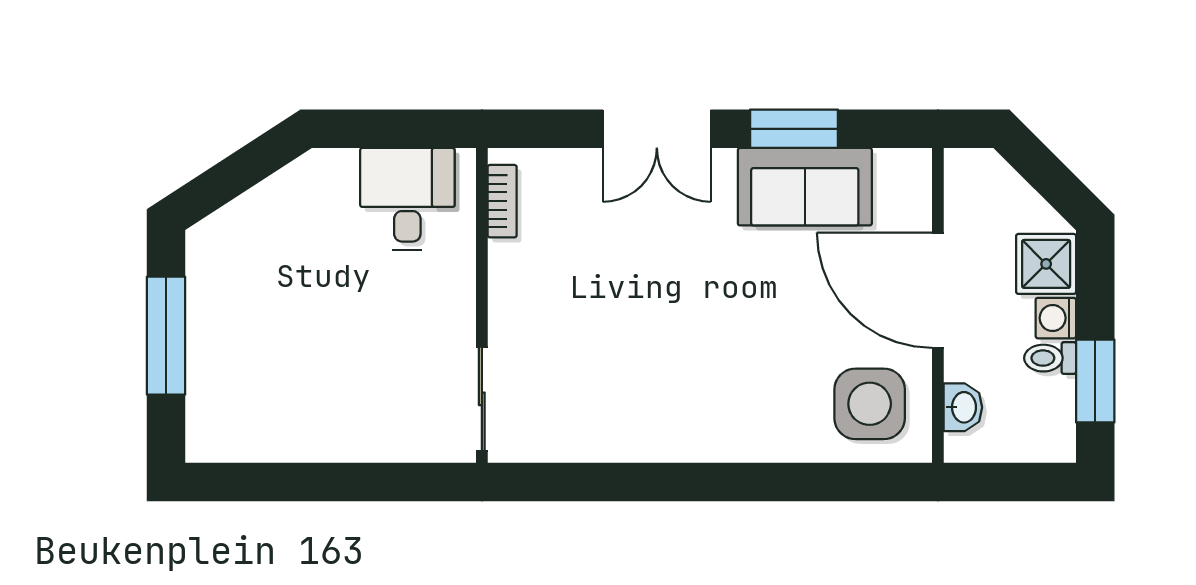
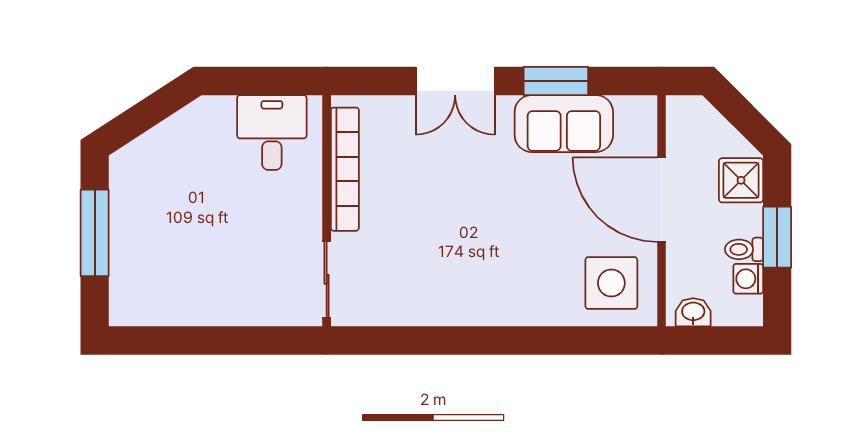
bookcase: (502, 201) -> (345, 169), width x2.31, depth x1.31
washing machine: (1056, 318) -> (748, 279), moved
window: (1095, 381) -> (777, 237), moved
washbasin: (963, 407) -> (693, 312), moved, turned -90

